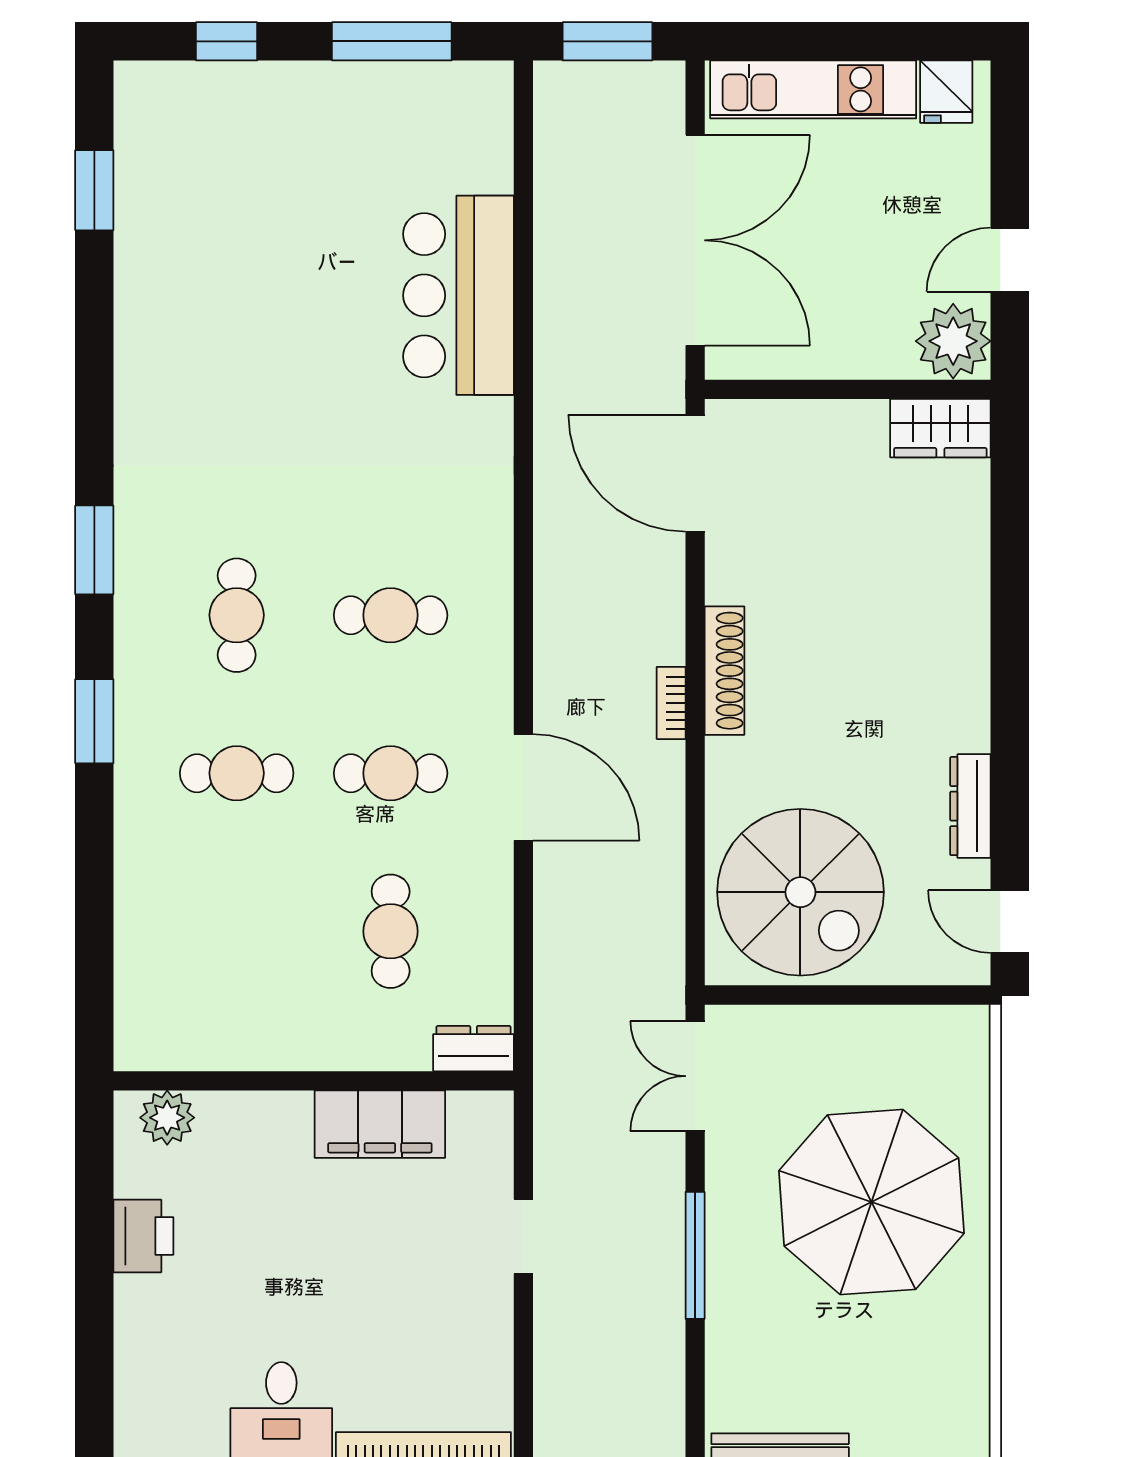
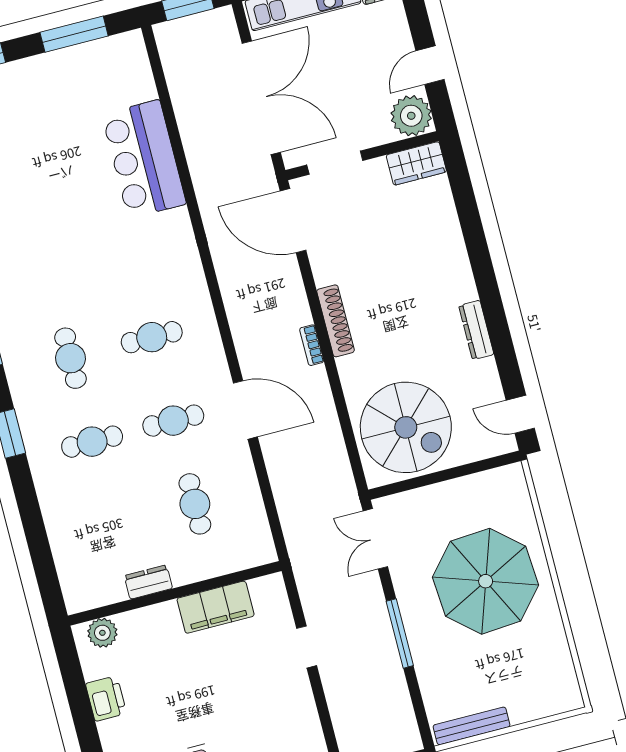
doorway: (796, 389) -> (335, 163), added
dresser: (970, 806) -> (476, 330), moved
dresser: (474, 1049) -> (148, 582), moved

